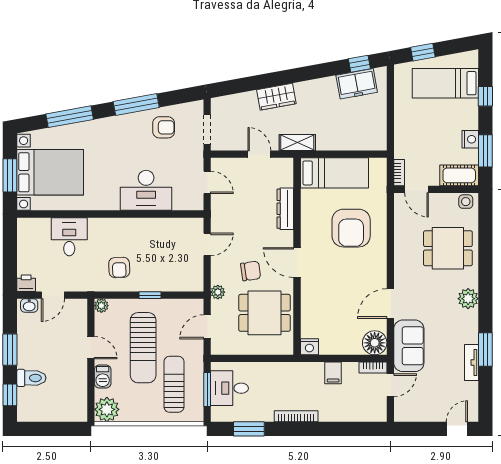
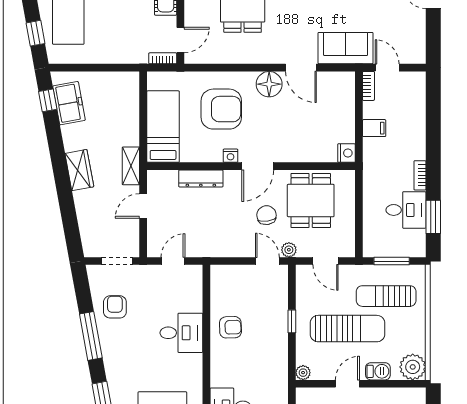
wardrobe: (276, 97) -> (79, 170), moved
desk: (146, 190) -> (181, 333), width x0.73
nightstand: (307, 237) -> (231, 156), added
door: (207, 244) -> (267, 261), moved
armchair: (119, 267) -> (230, 327), moved
floor lamp: (375, 343) -> (269, 84), moved
desk: (229, 388) -> (406, 210), moved, turned -90
bookcase: (296, 416) -> (420, 175), width x0.64

